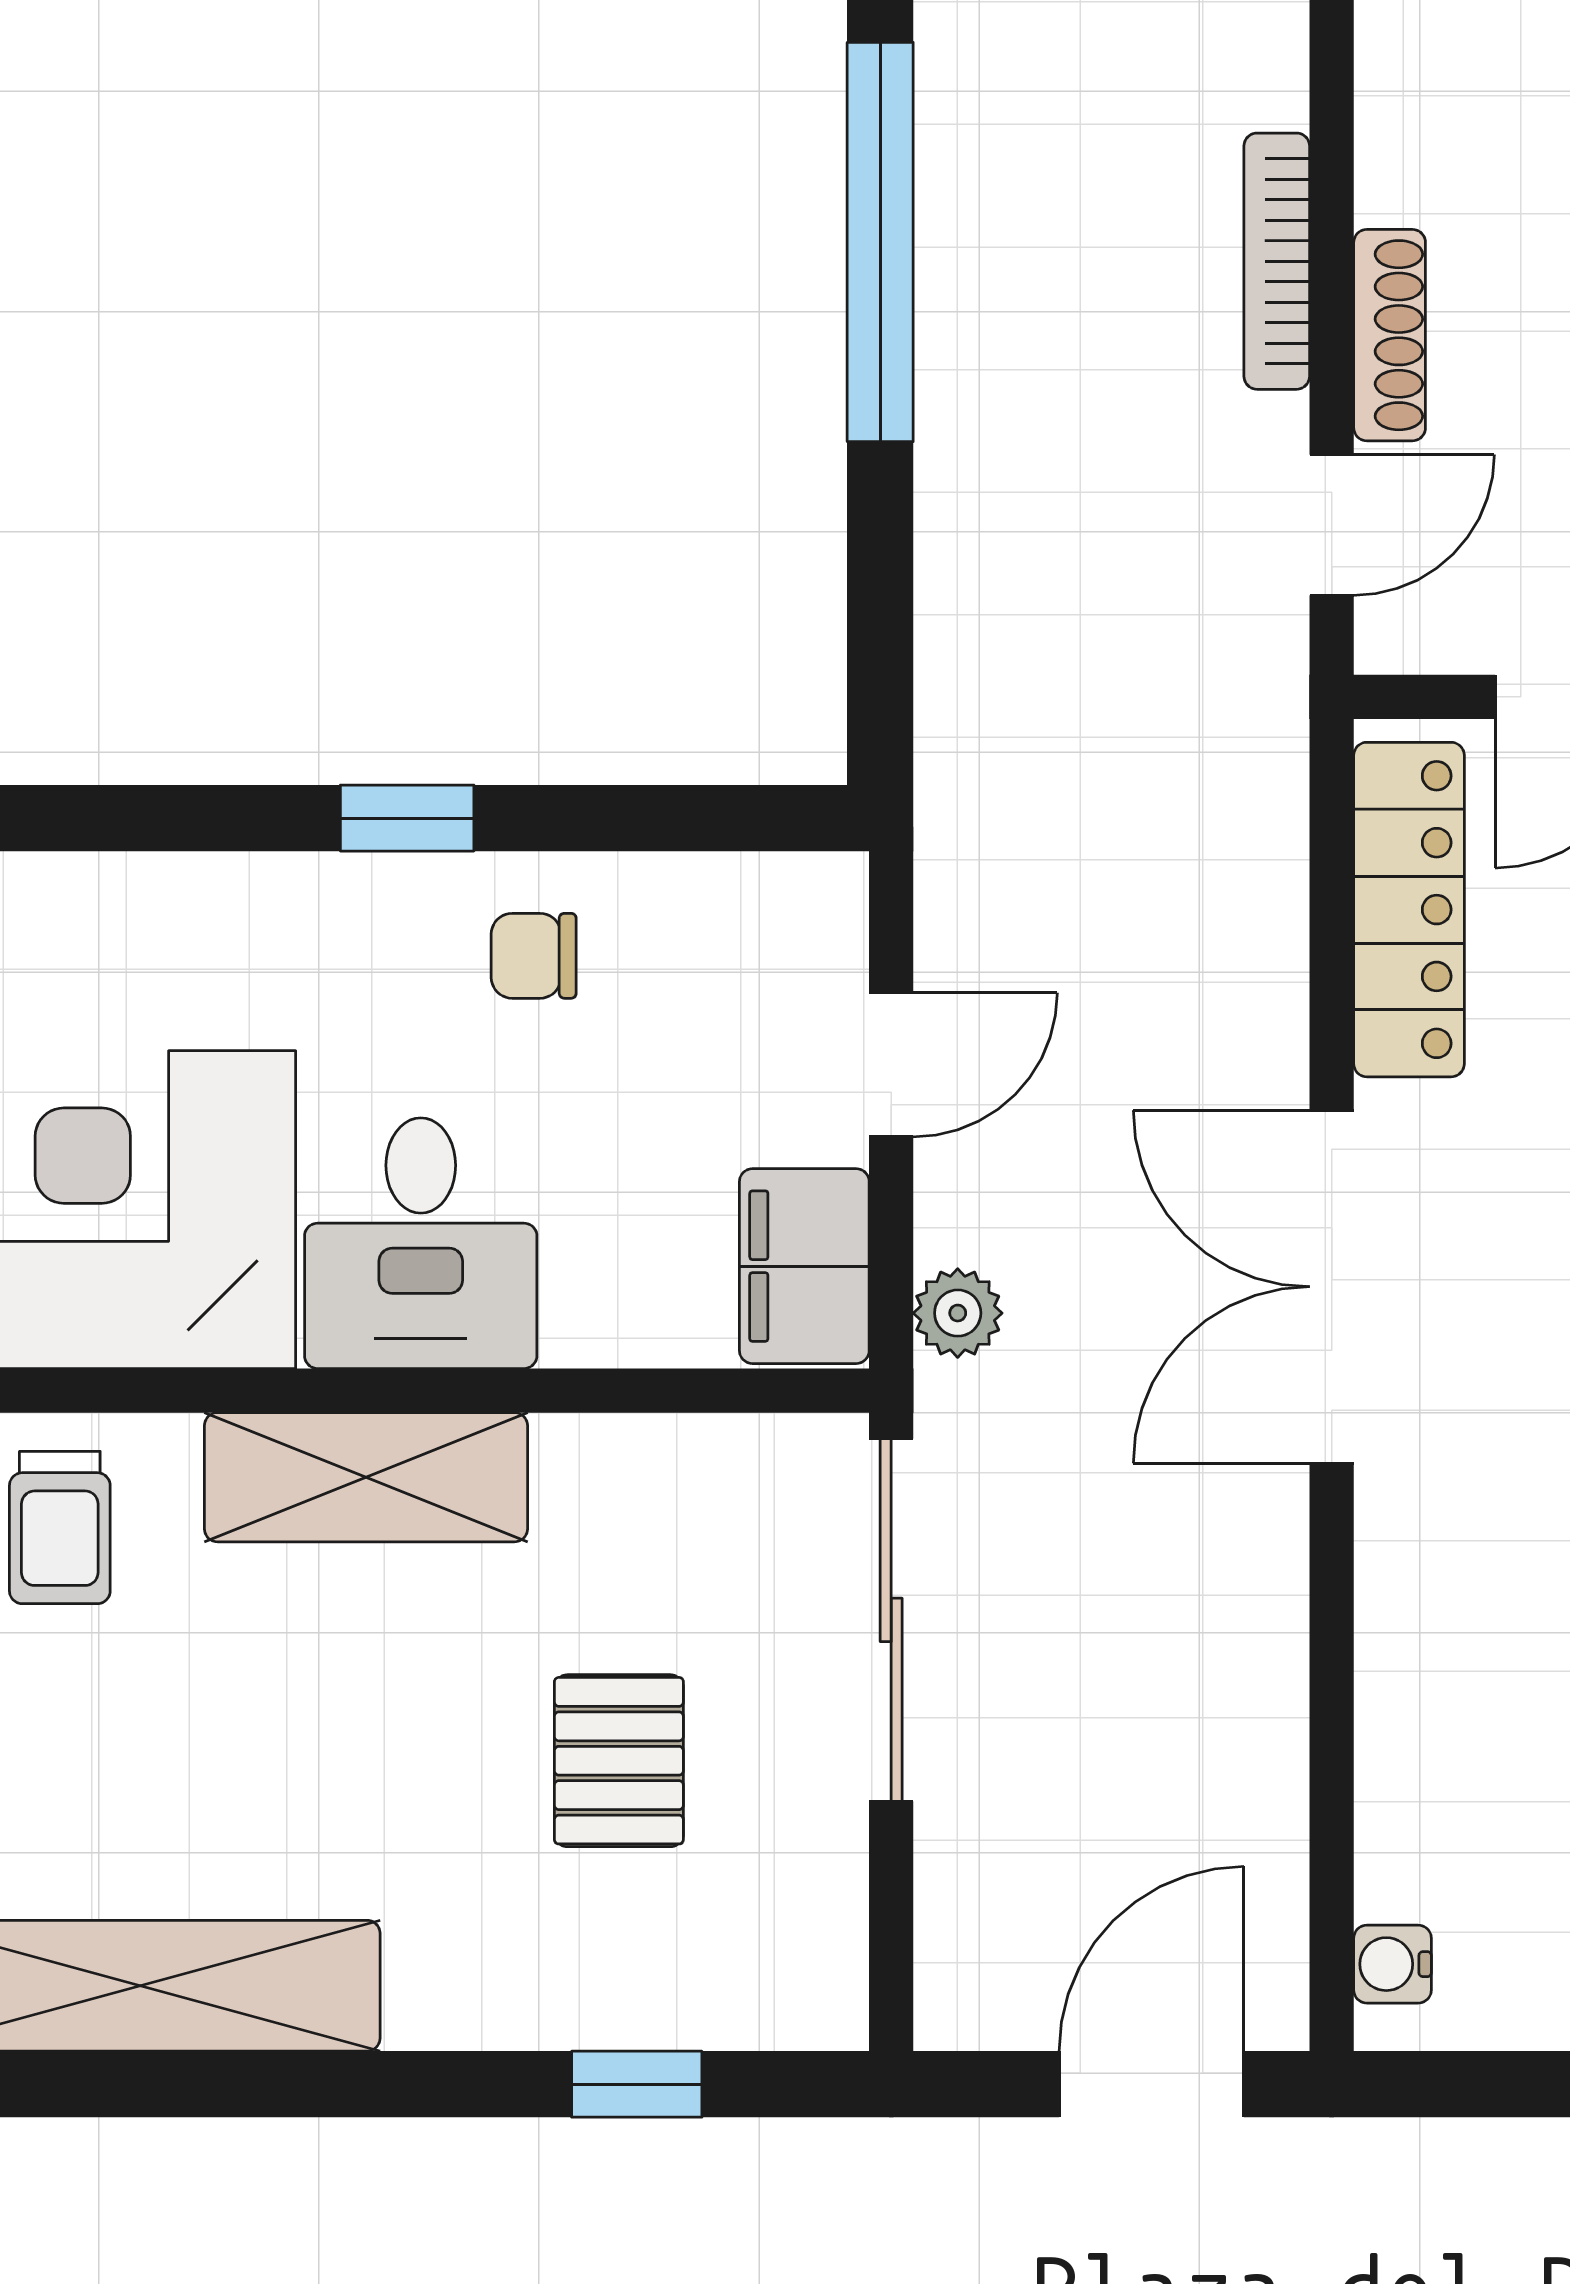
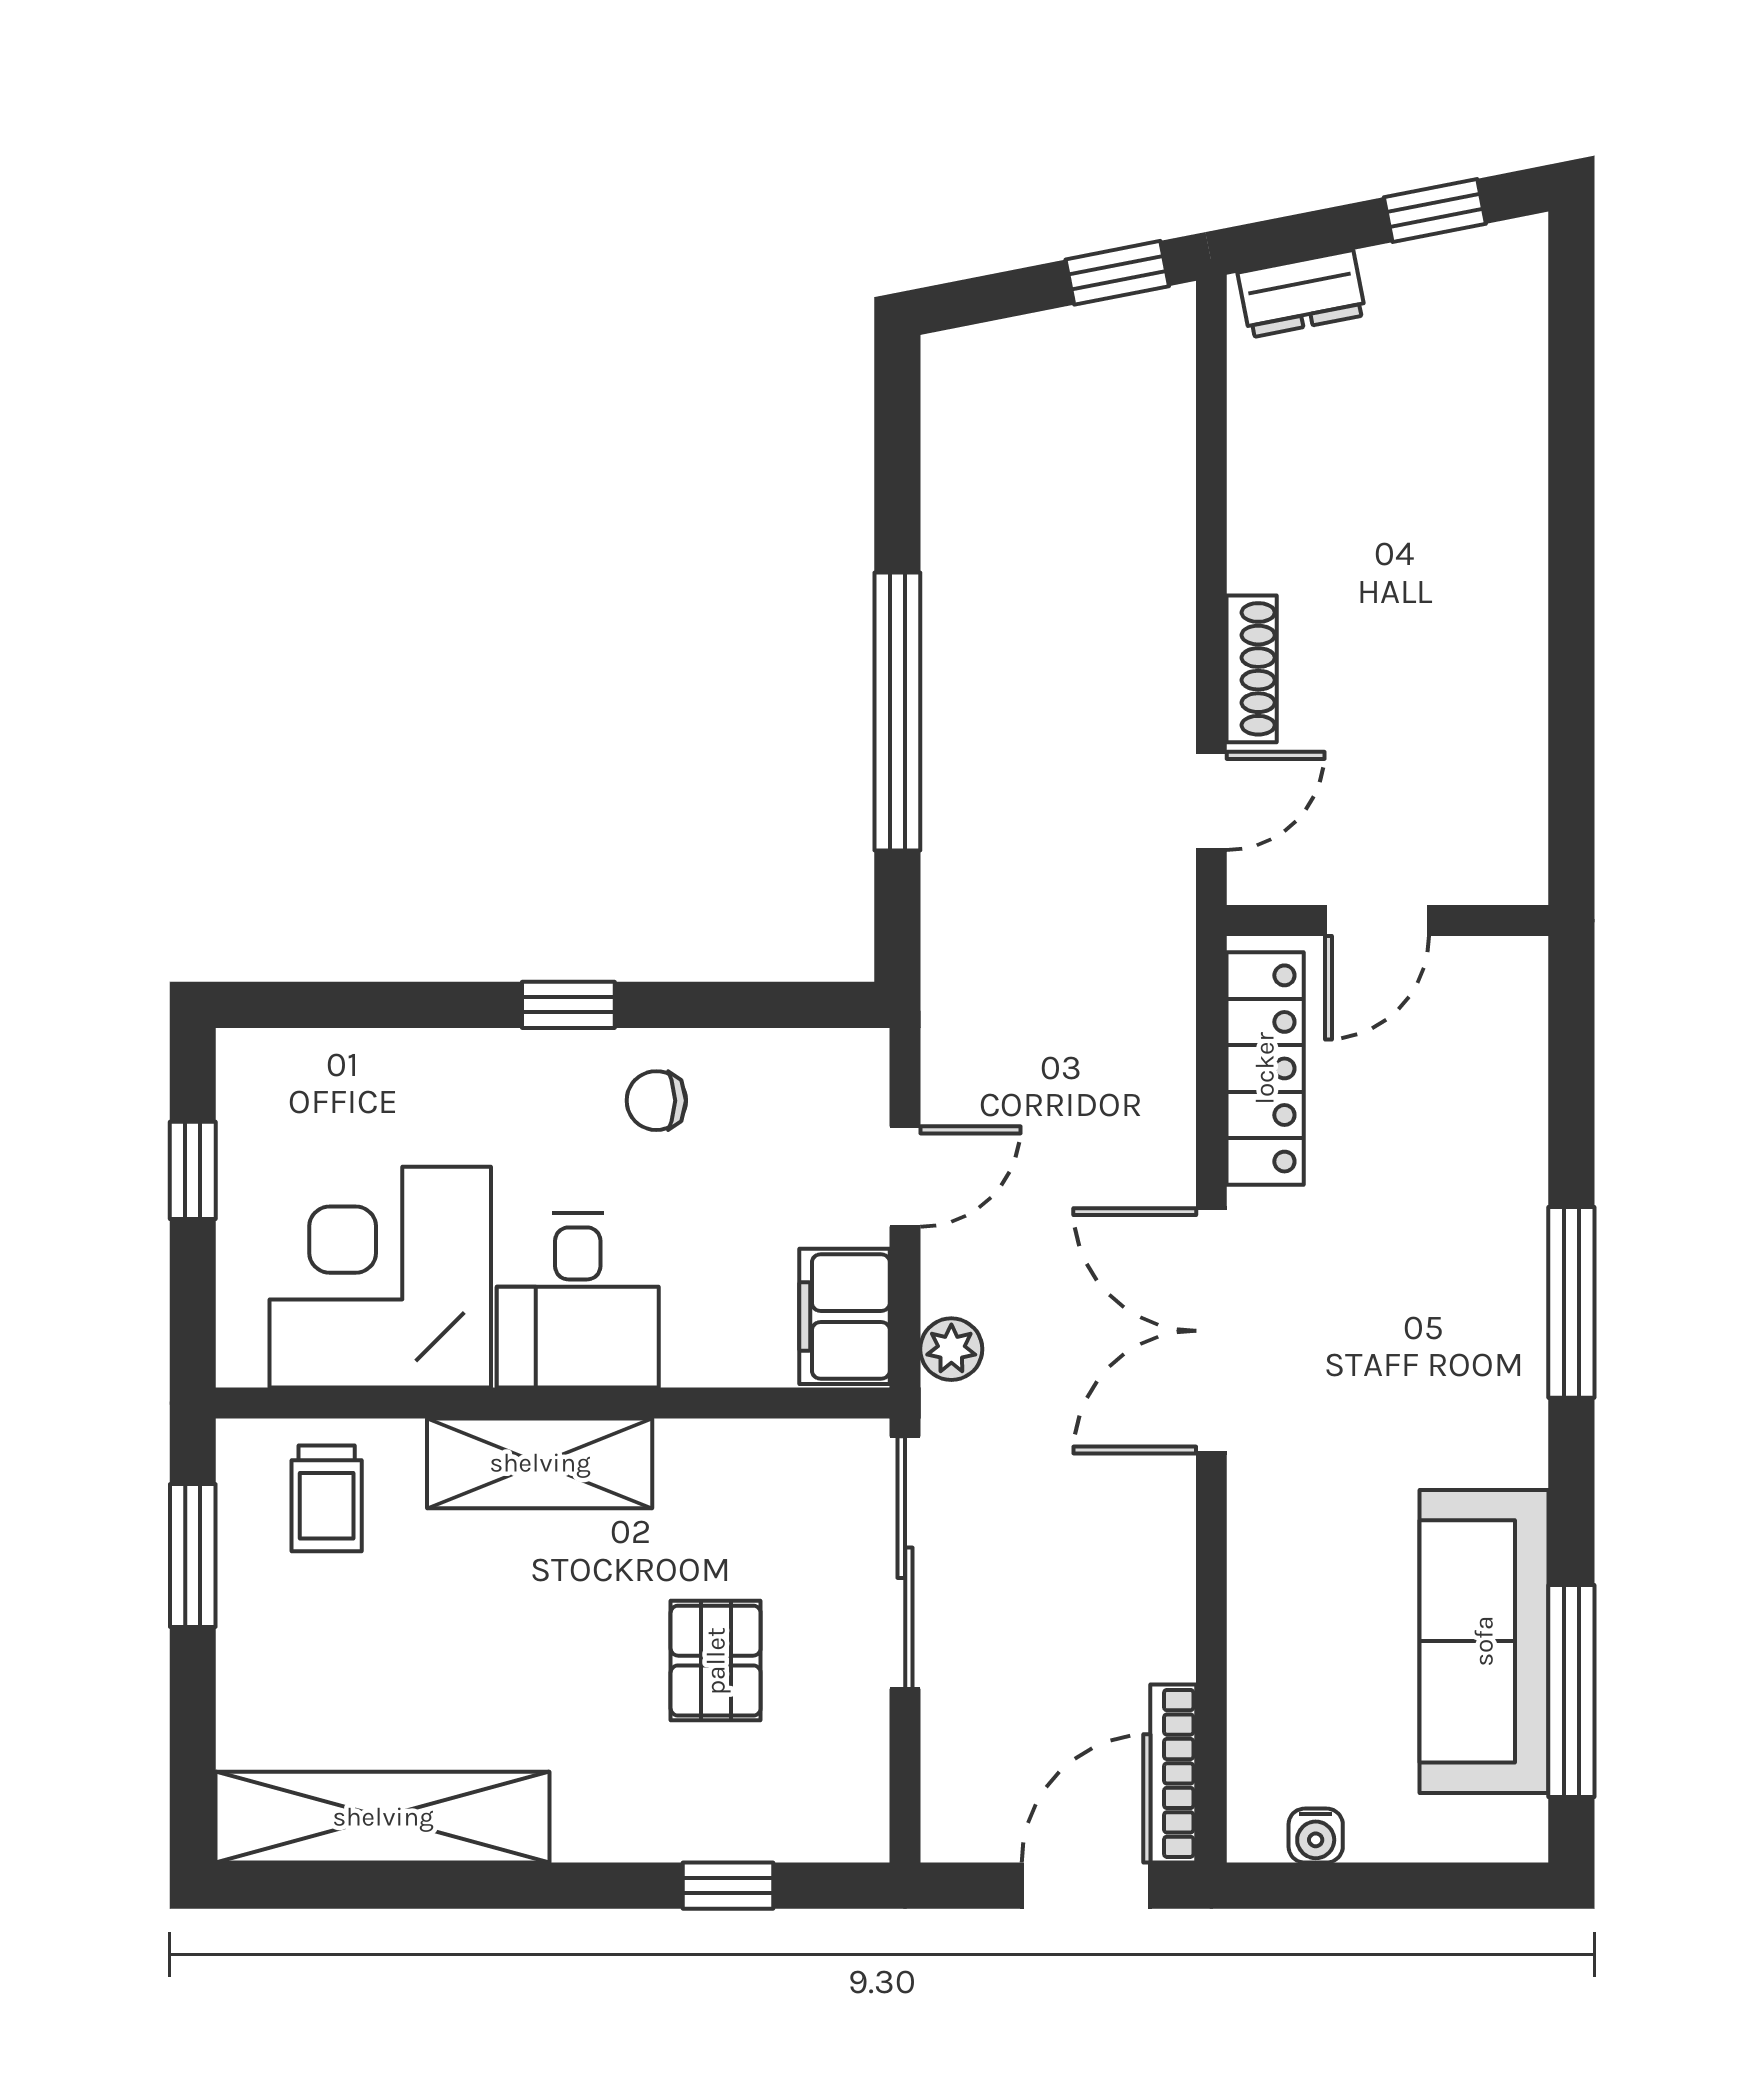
window: (880, 242) -> (897, 711), moved
bookcase: (1277, 261) -> (1173, 1773), moved
water cooler: (1393, 1964) -> (1316, 1836), moved, turned -90

